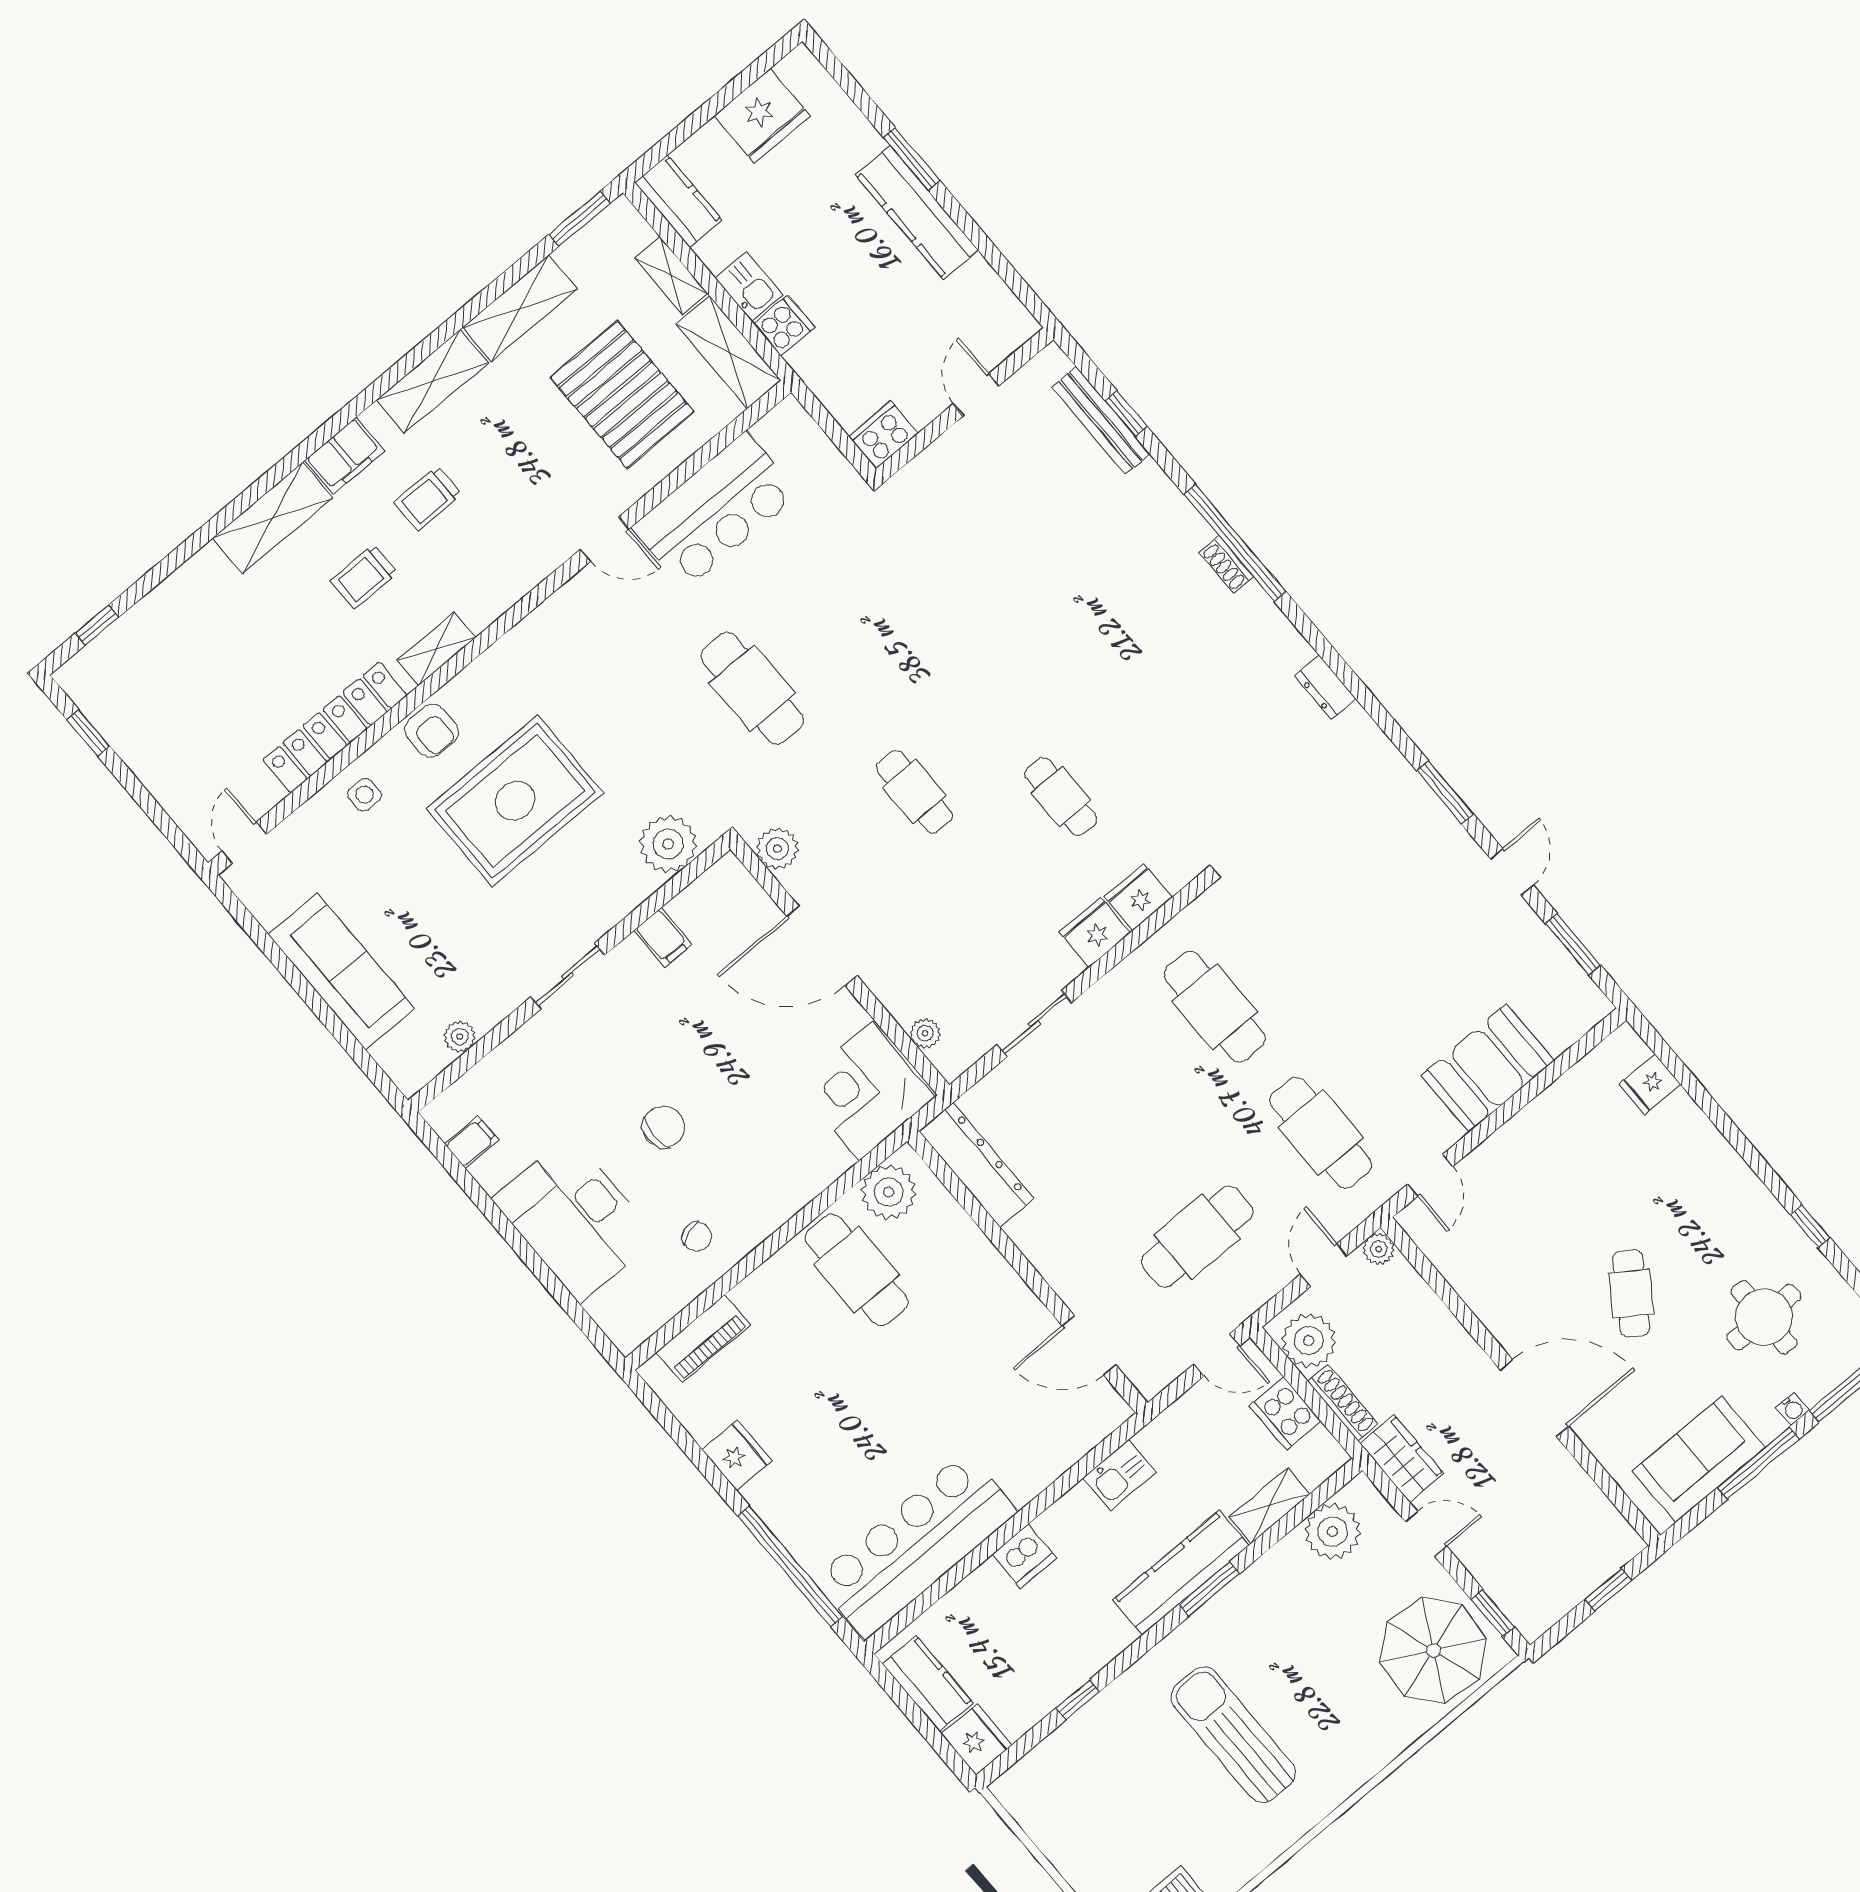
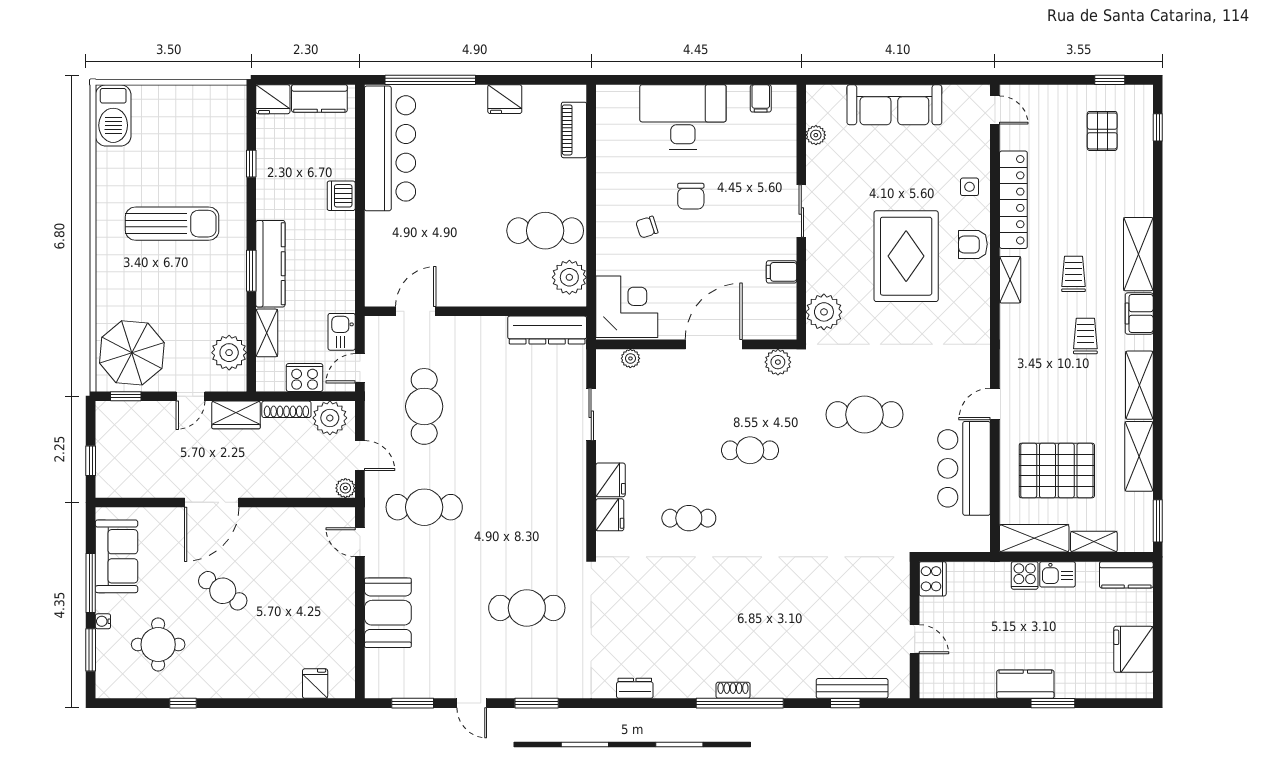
kitchen counter: (917, 212) -> (1025, 684), width x0.67
pallet: (159, 690) -> (1102, 131), added
cafe table: (1215, 1007) -> (527, 608), moved
chair: (697, 1237) -> (647, 227), moved
kitchen sink: (1119, 1475) -> (342, 332), moved

